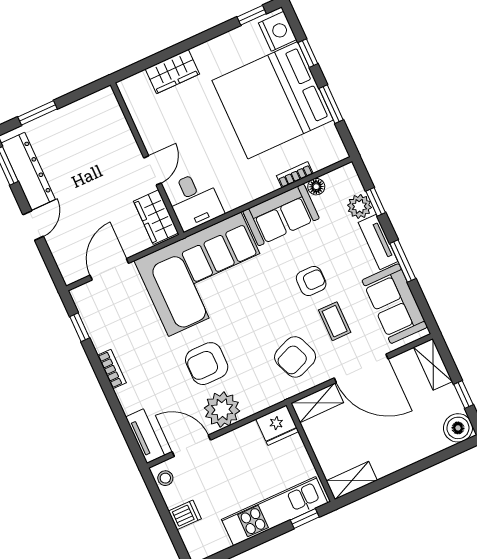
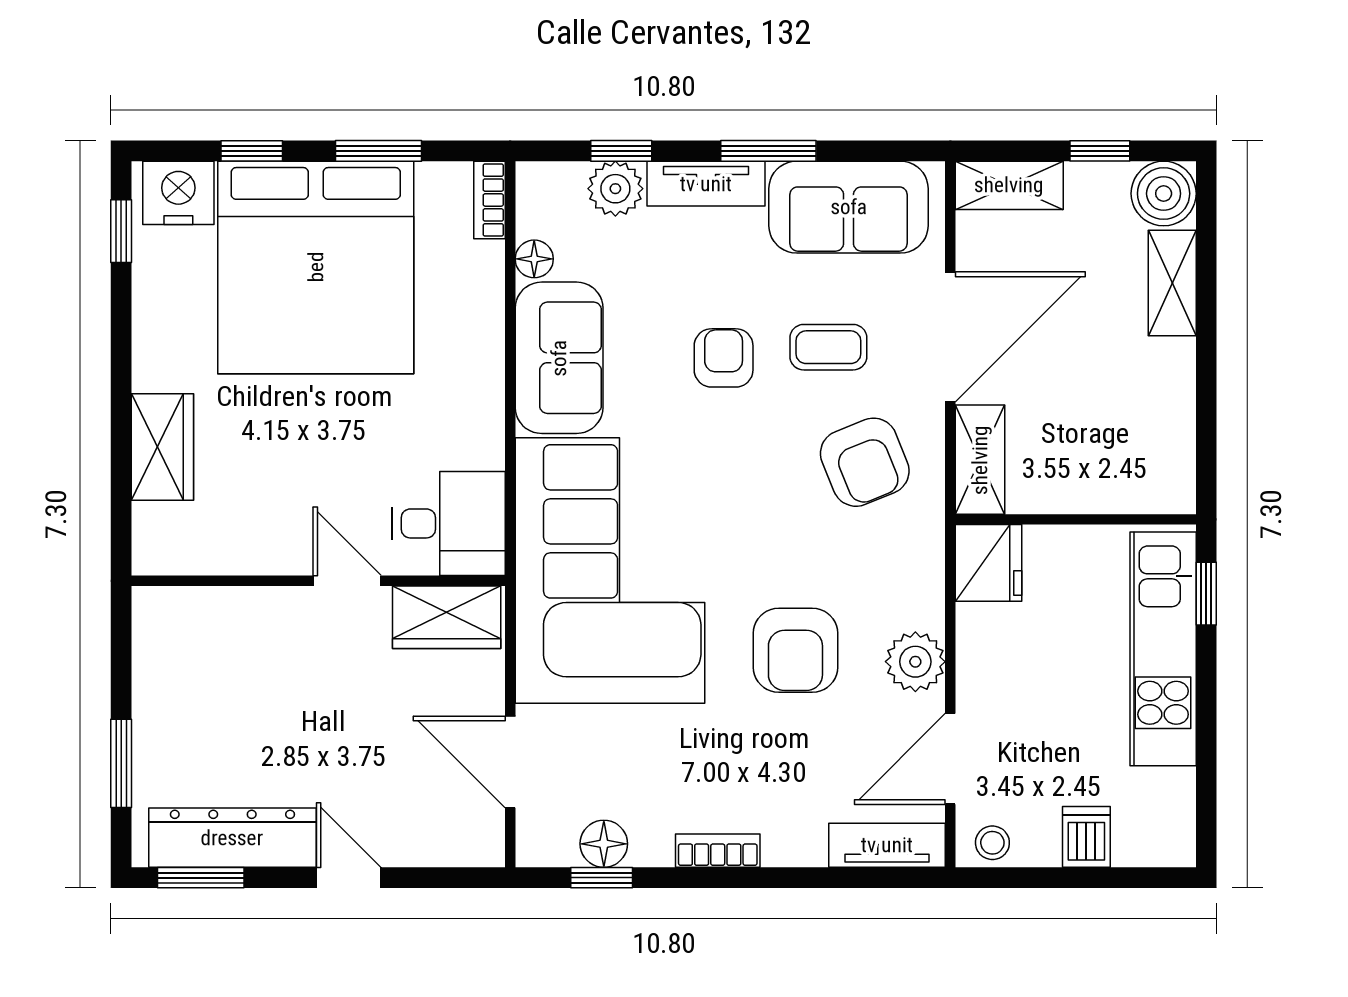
bookcase: (295, 175) -> (489, 200), moved
floor lamp: (94, 322) -> (604, 844), added
plant: (222, 410) -> (915, 662), width x0.73, depth x0.73
shelving: (352, 481) -> (1172, 283), moved

